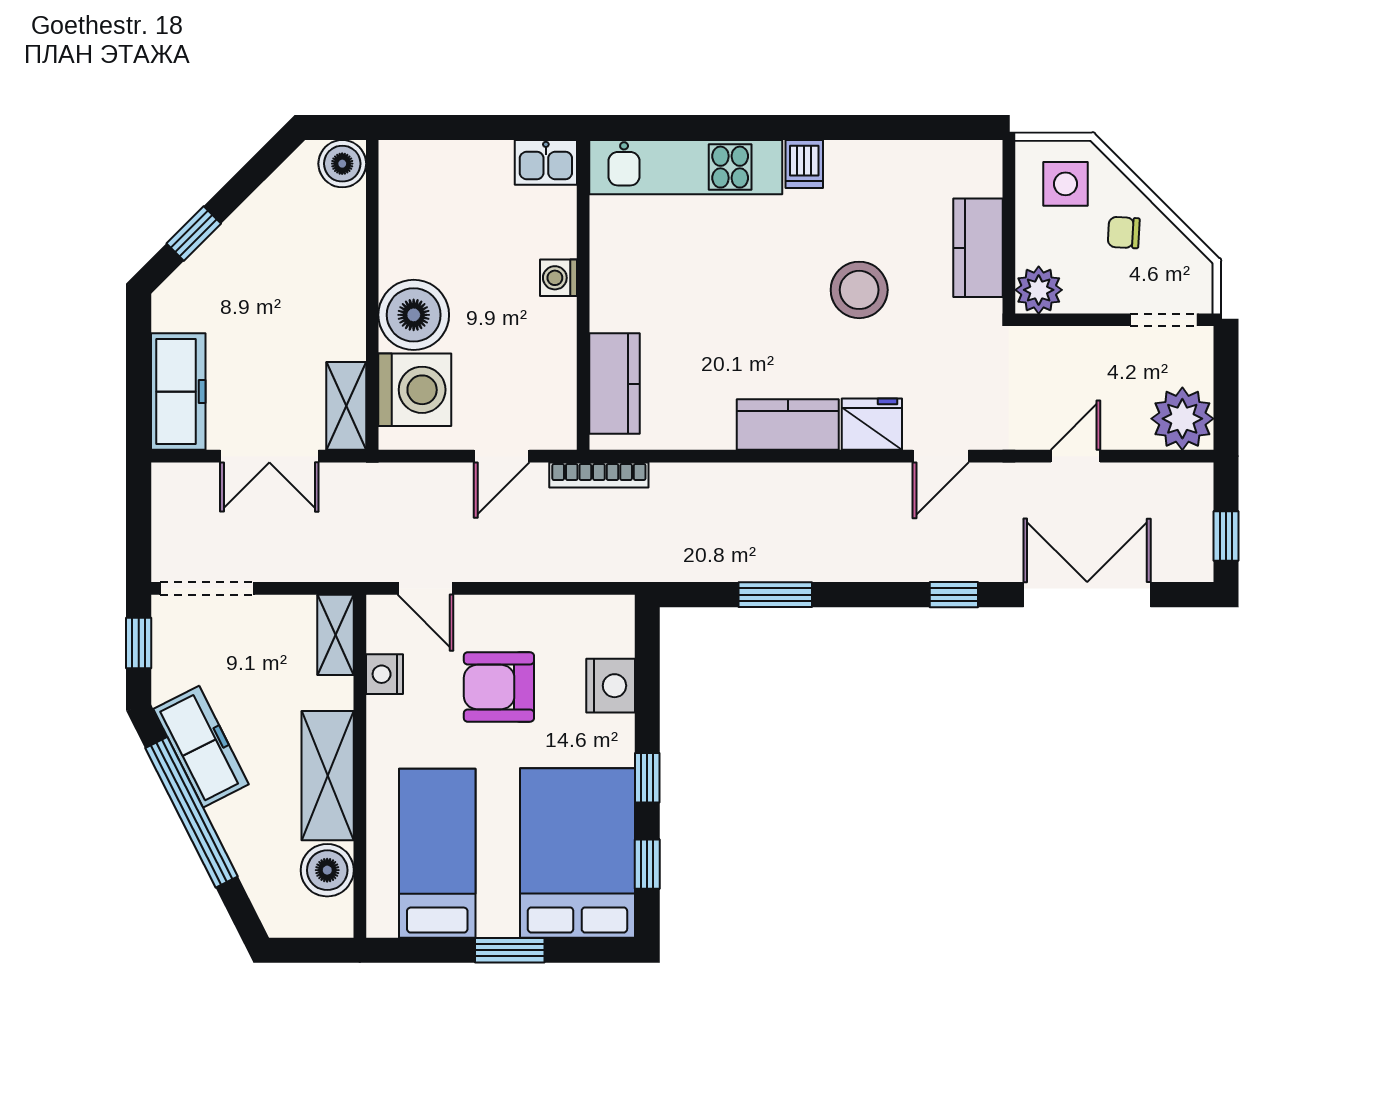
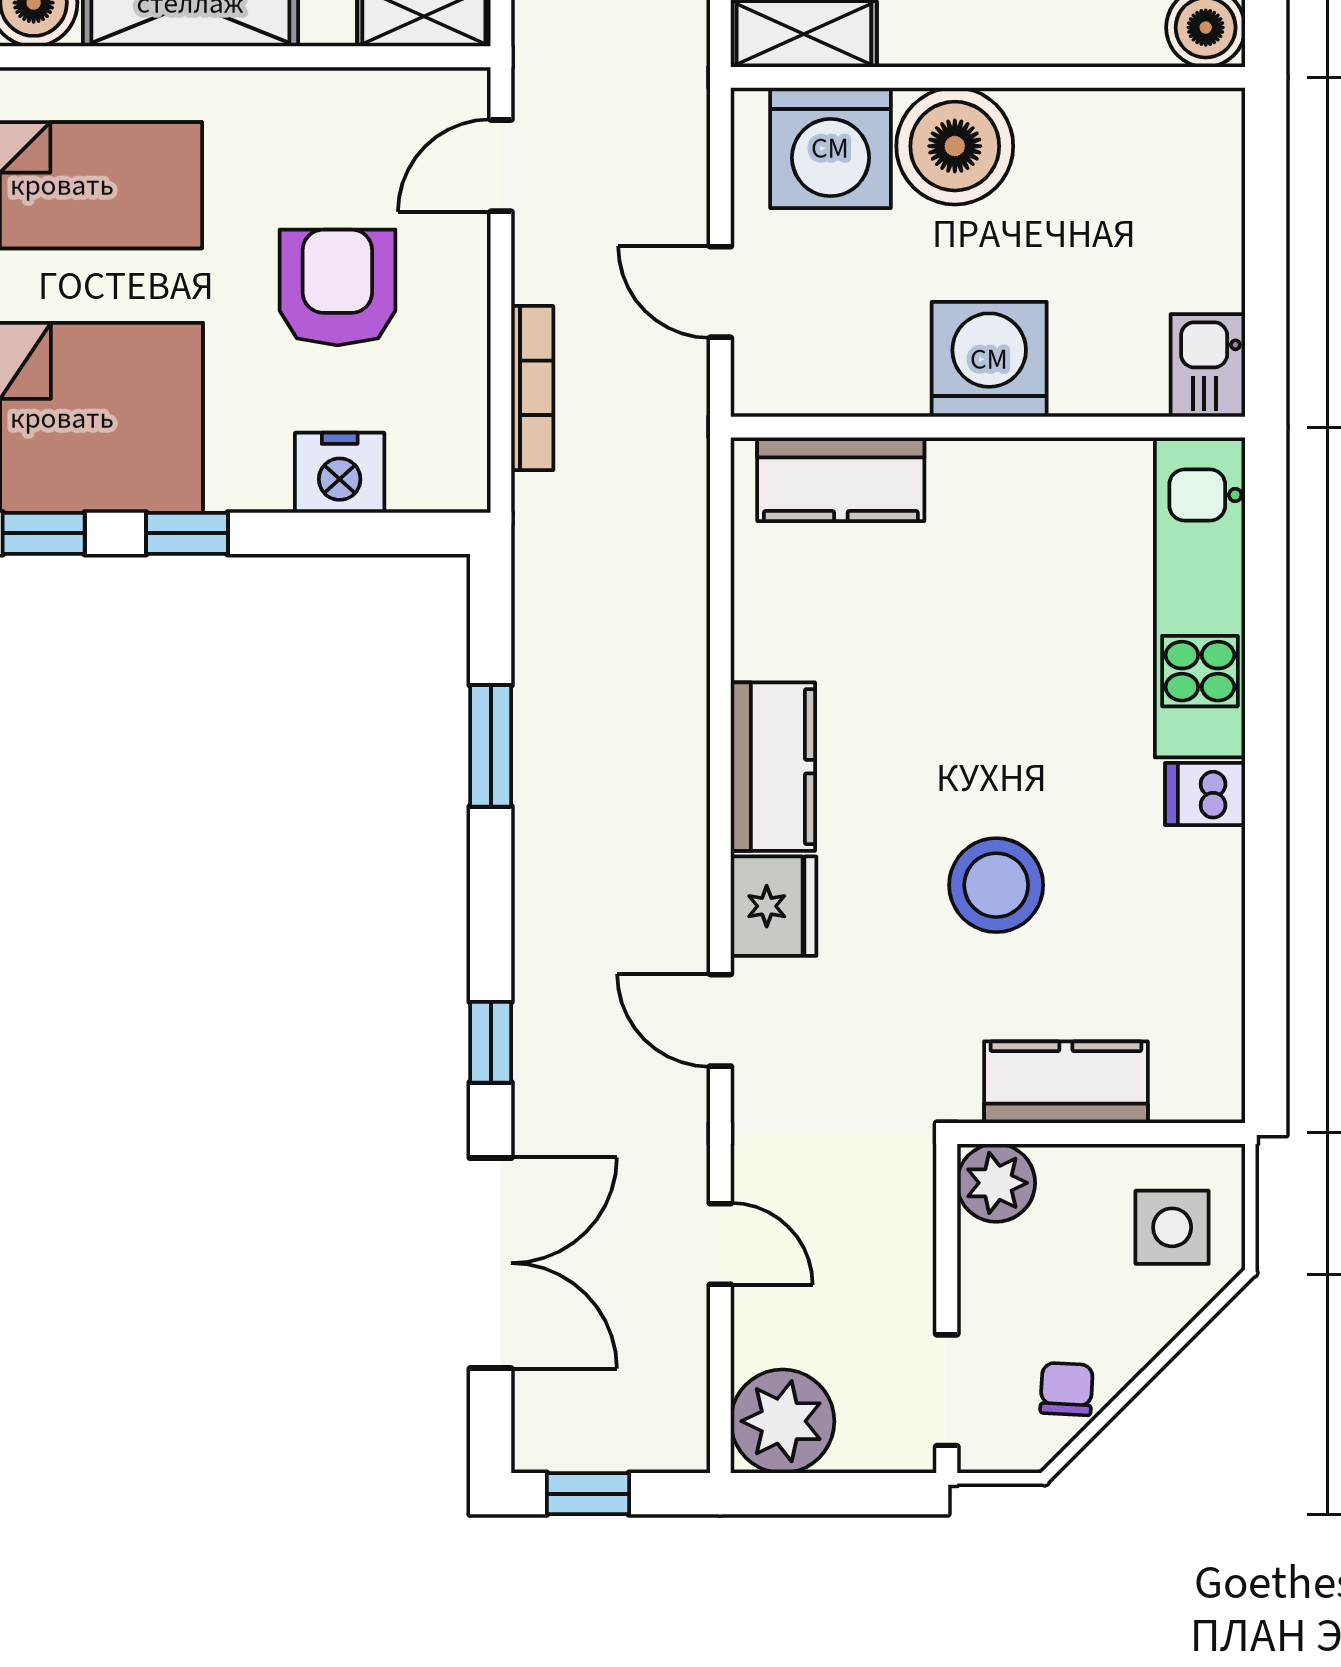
chair: (1124, 233) -> (1067, 1389), moved
washing machine: (559, 278) -> (989, 359), width x1.89, depth x1.89
bookcase: (599, 475) -> (532, 388), moved, turned 180
nightstand: (384, 674) -> (359, 98), removed

